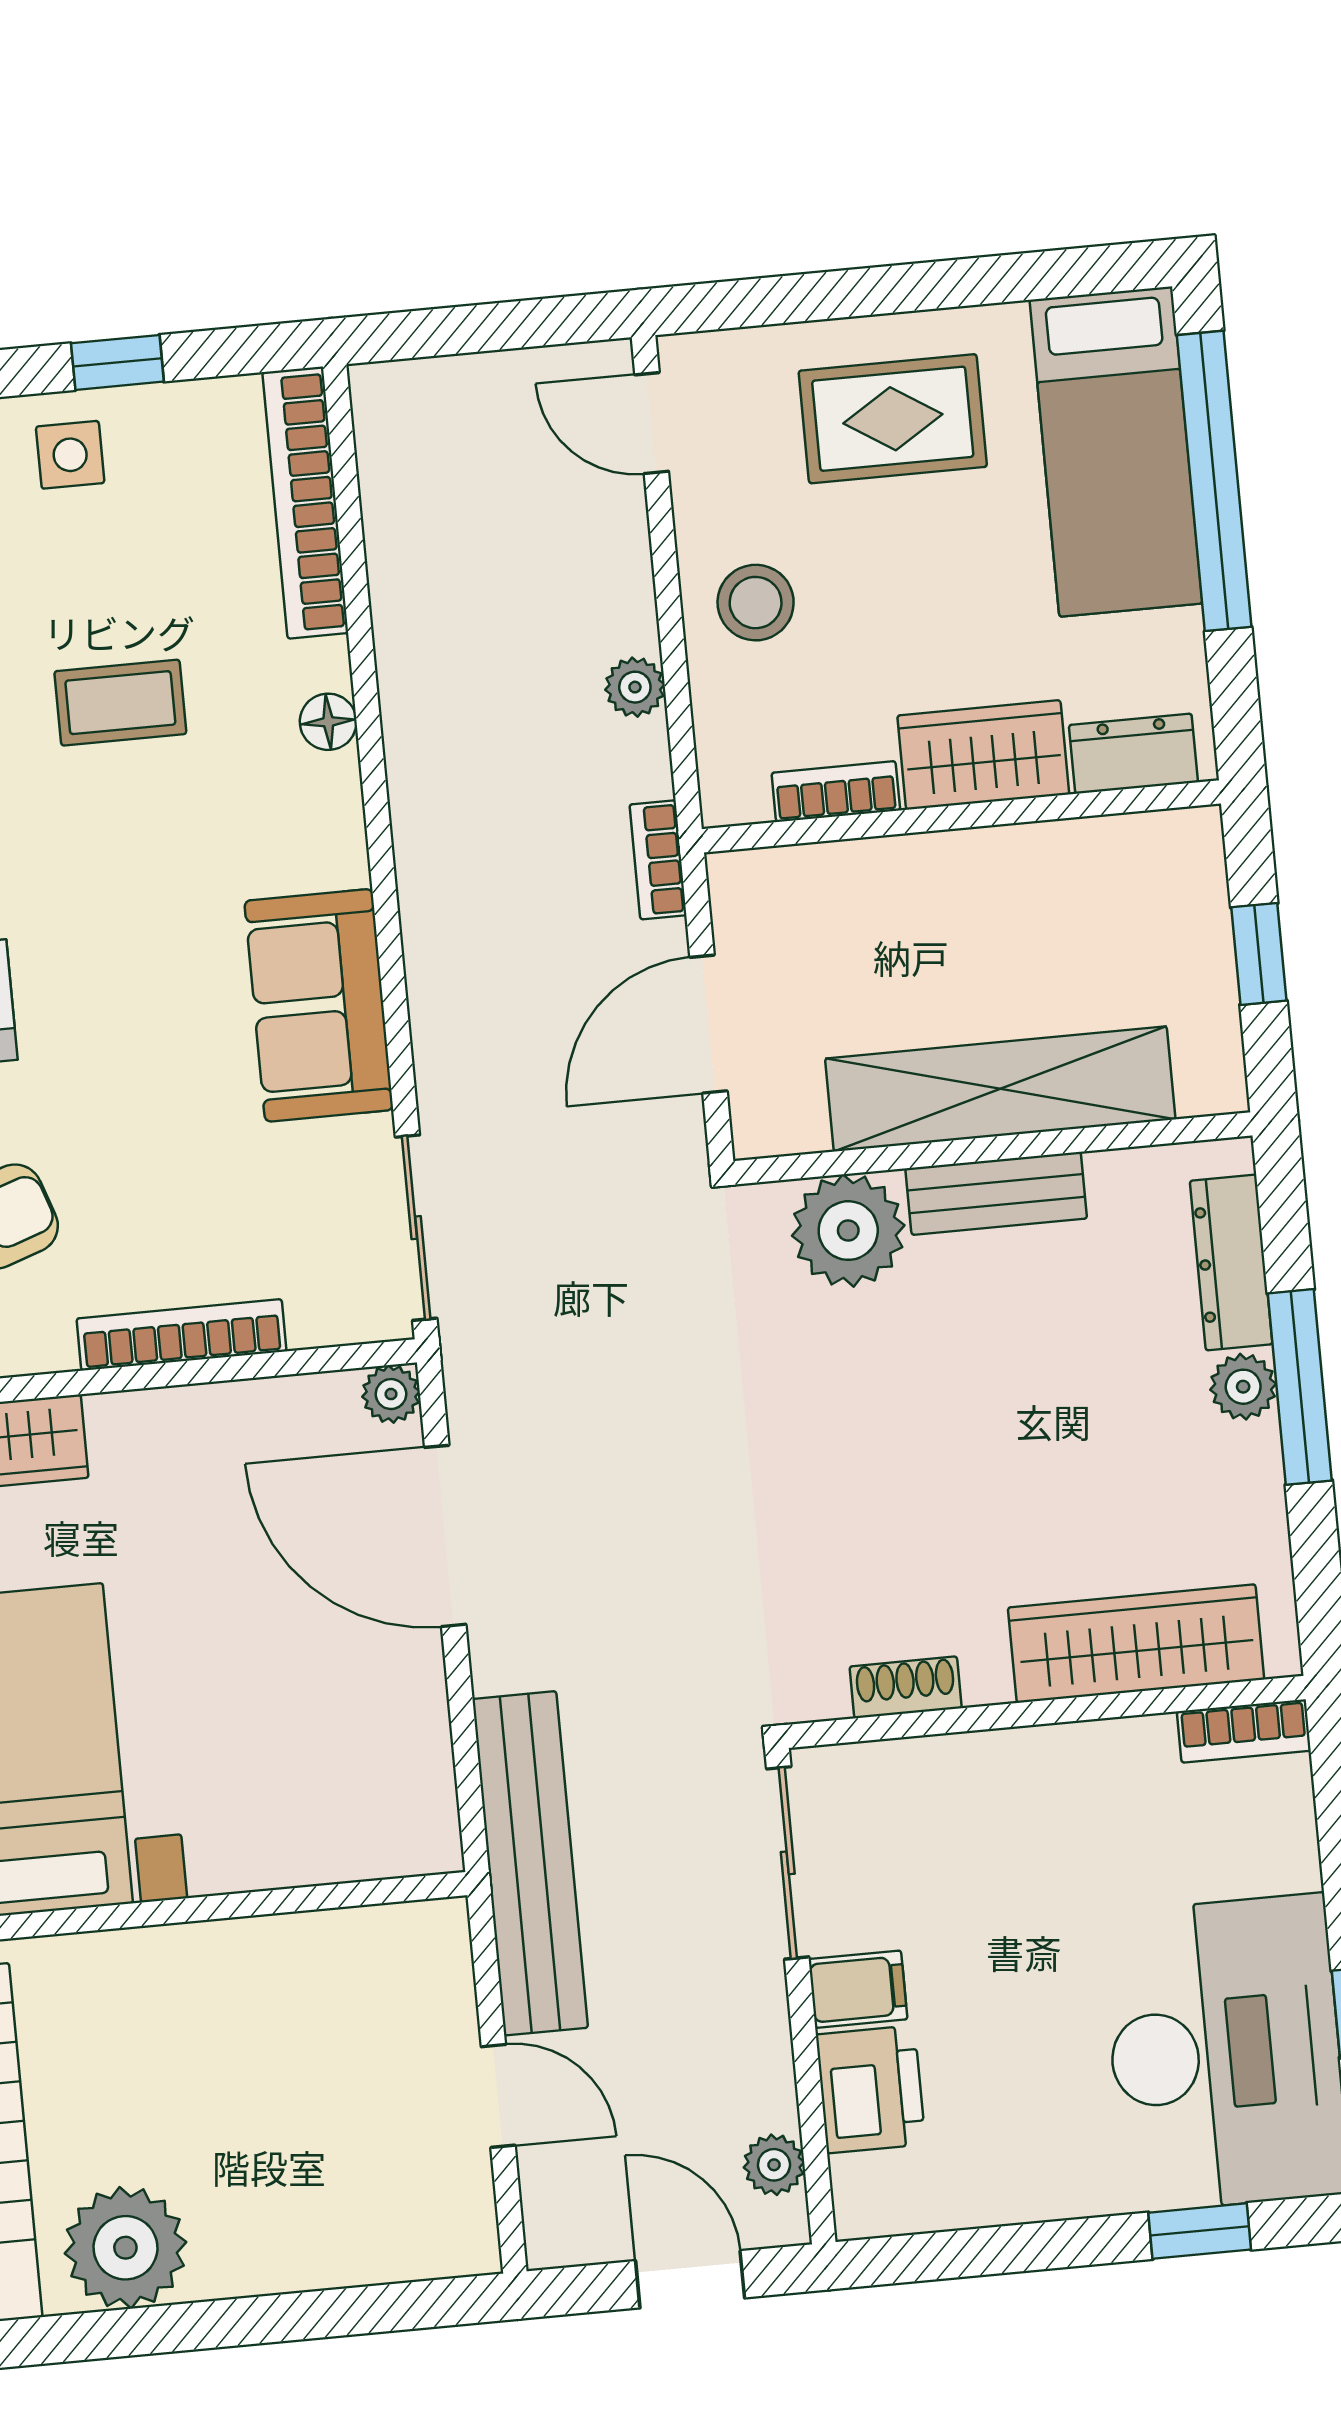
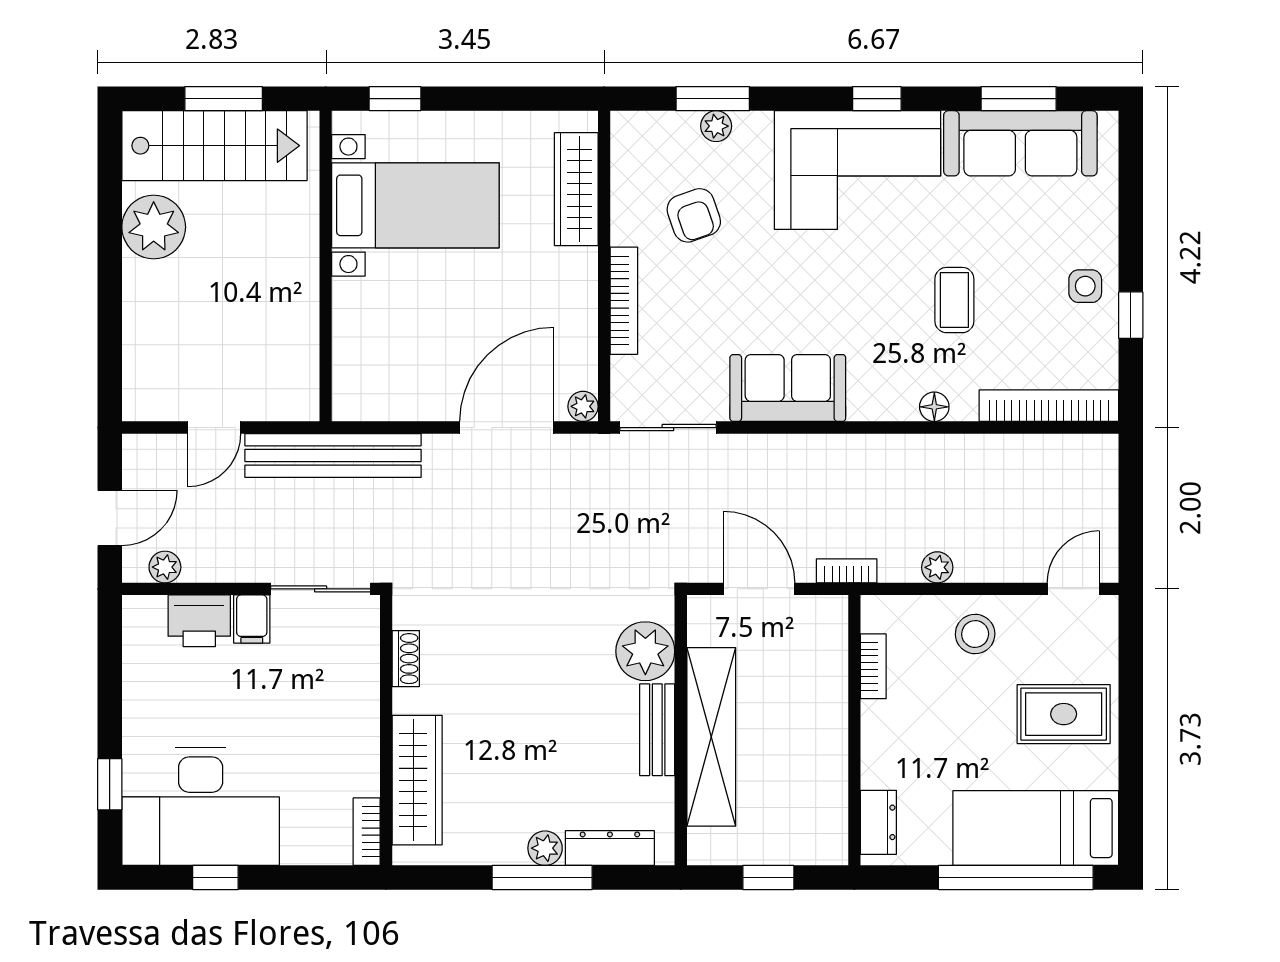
rug: (893, 419) -> (1064, 714), turned 90
wardrobe: (983, 755) -> (885, 744), removed

